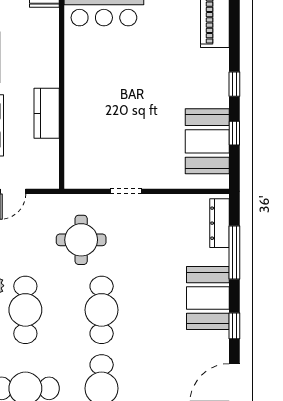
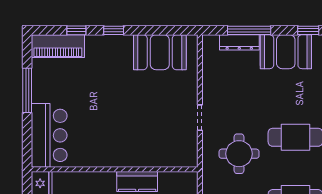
window: (234, 133) -> (76, 30), moved
dresser: (220, 223) -> (239, 42), moved

